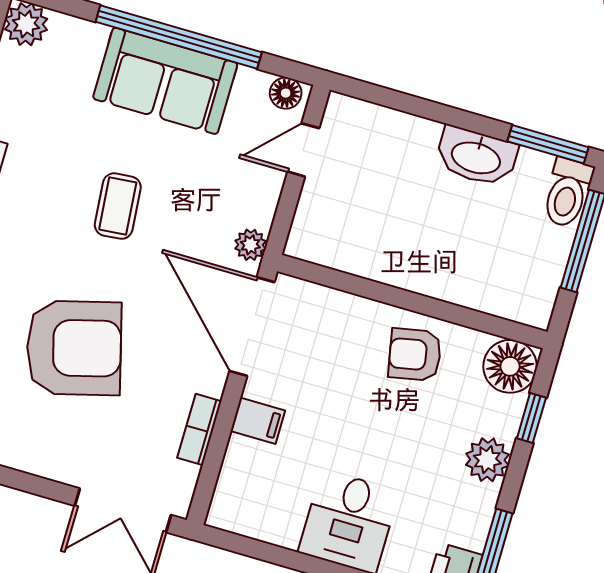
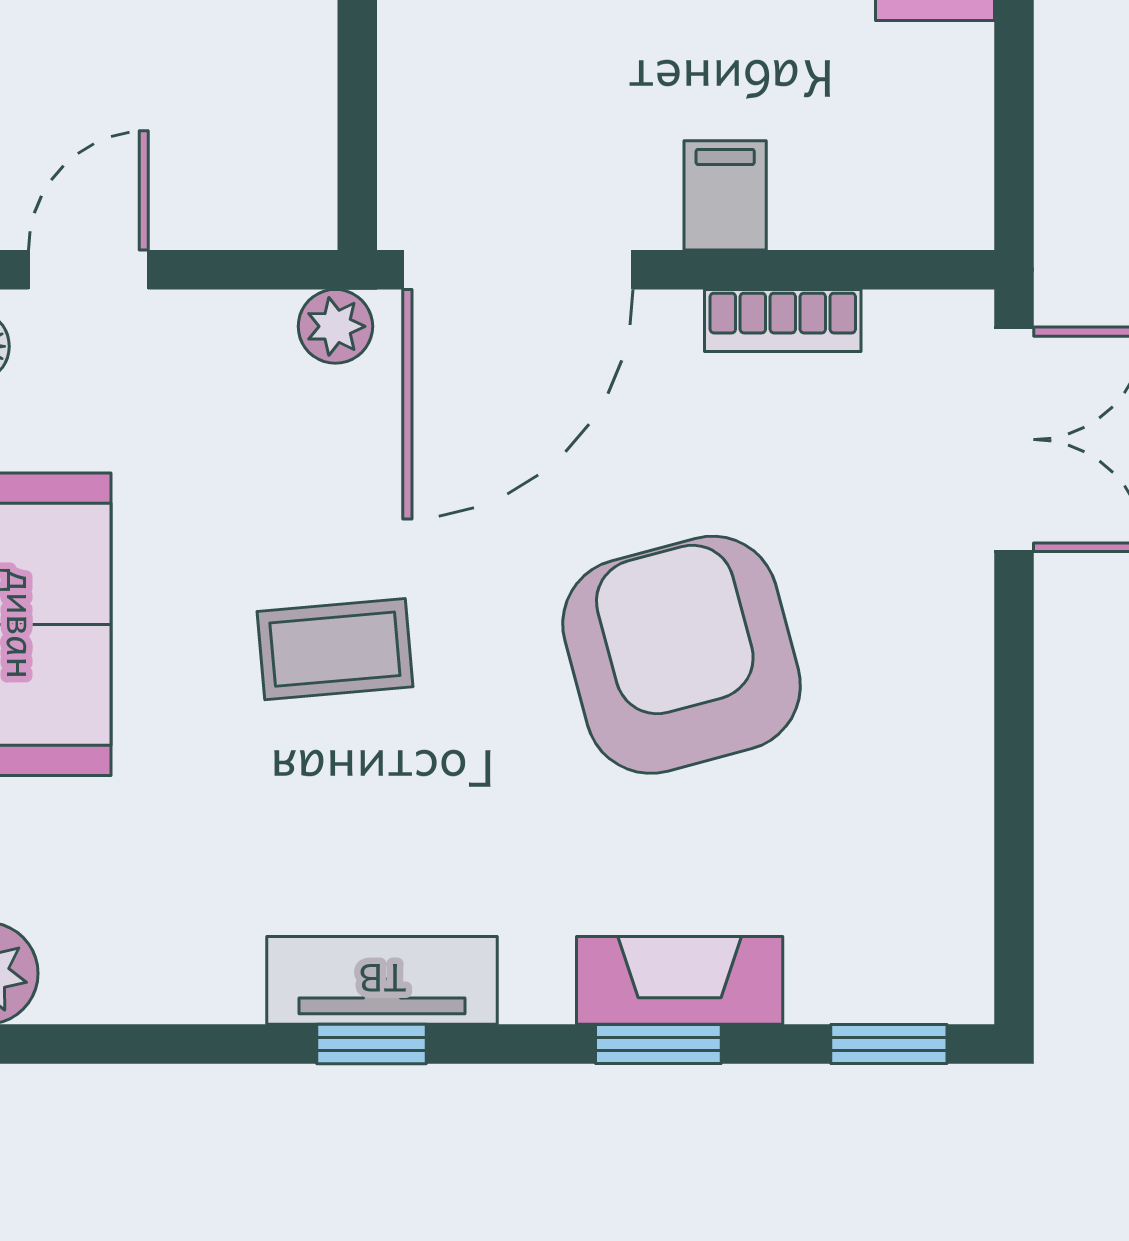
door: (303, 150) -> (88, 270), swing flipped

